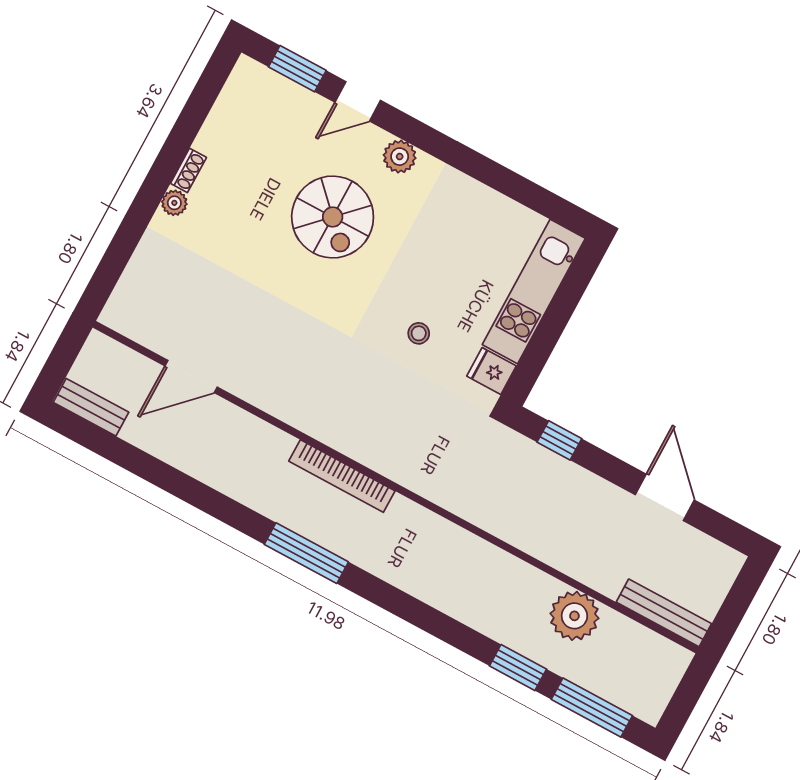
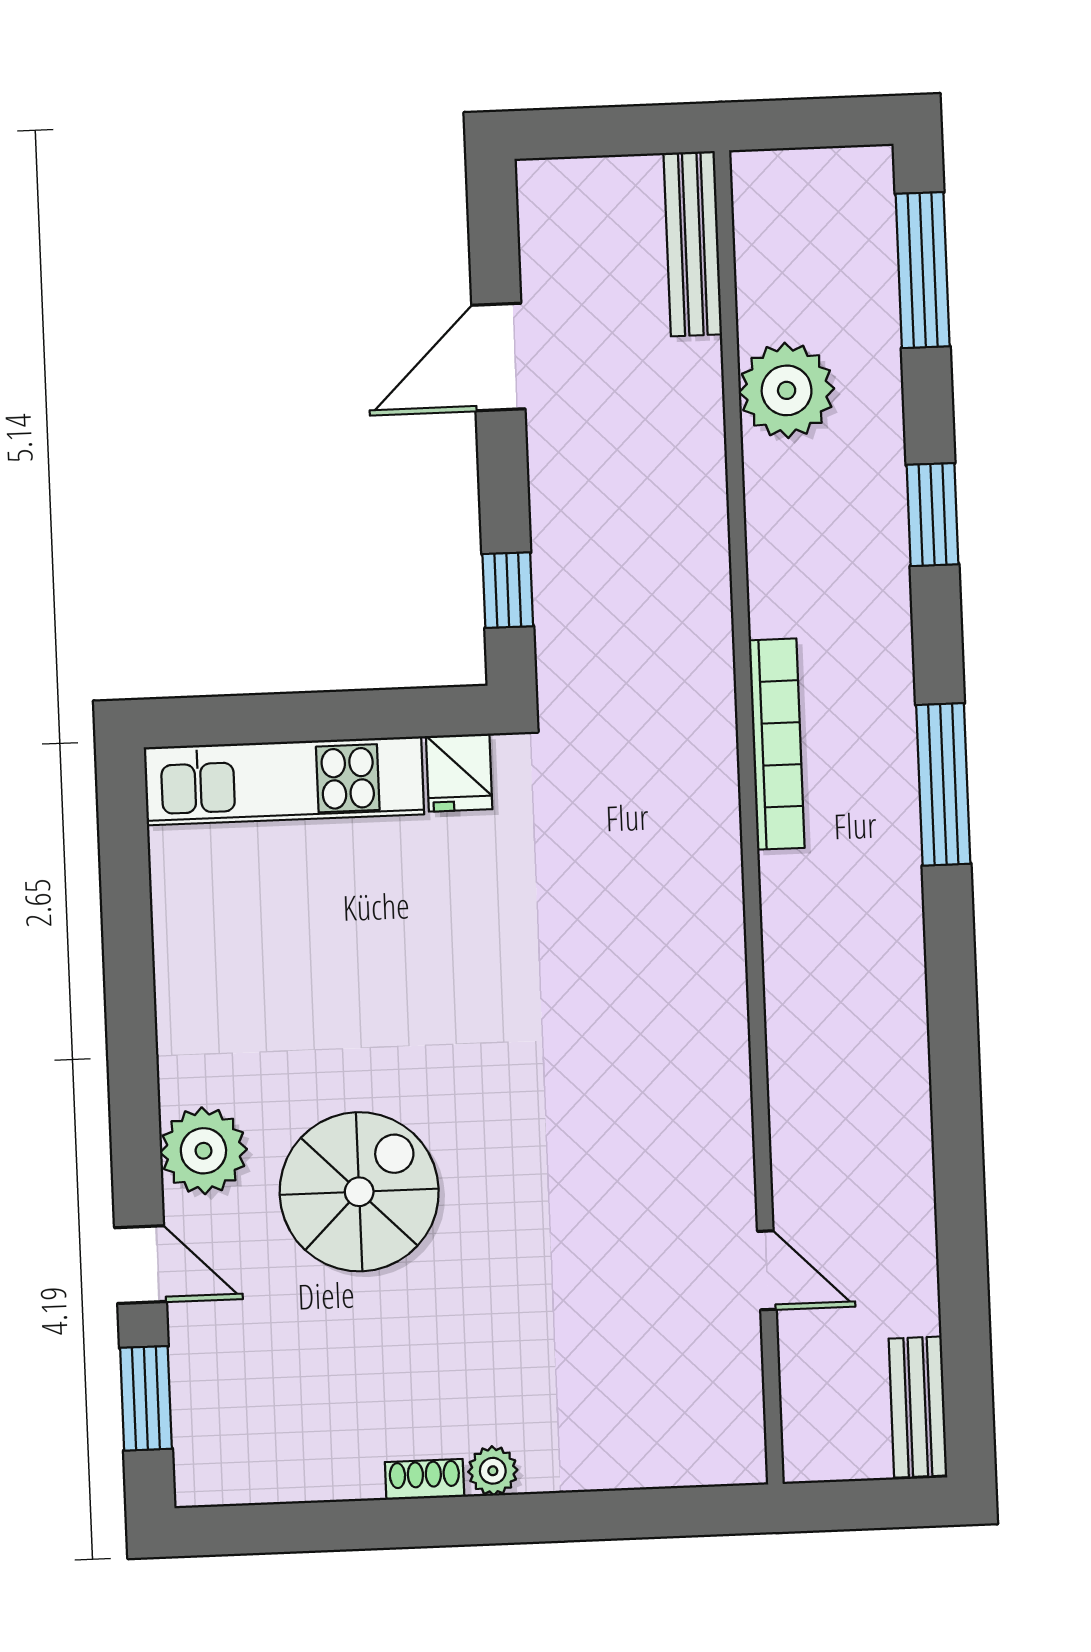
plant: (400, 157) -> (203, 1151), width x1.36, depth x1.36
stool: (419, 333) -> (468, 932), removed
door: (191, 376) -> (767, 1270), width x0.73
bookcase: (342, 476) -> (777, 744), moved
window: (306, 553) -> (943, 784), moved
window: (518, 668) -> (932, 515), moved

